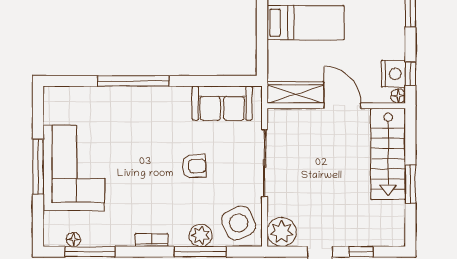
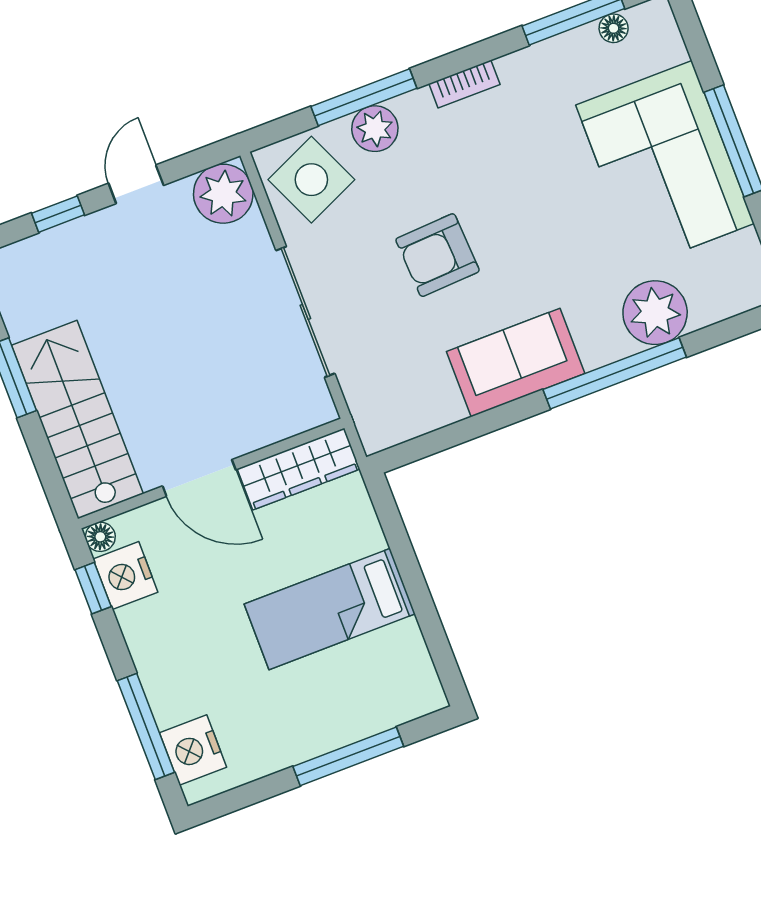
plant: (104, 102) -> (655, 313), added
sofa: (222, 103) -> (516, 363), moved
armchair: (194, 166) -> (438, 255), width x1.38, depth x1.38

